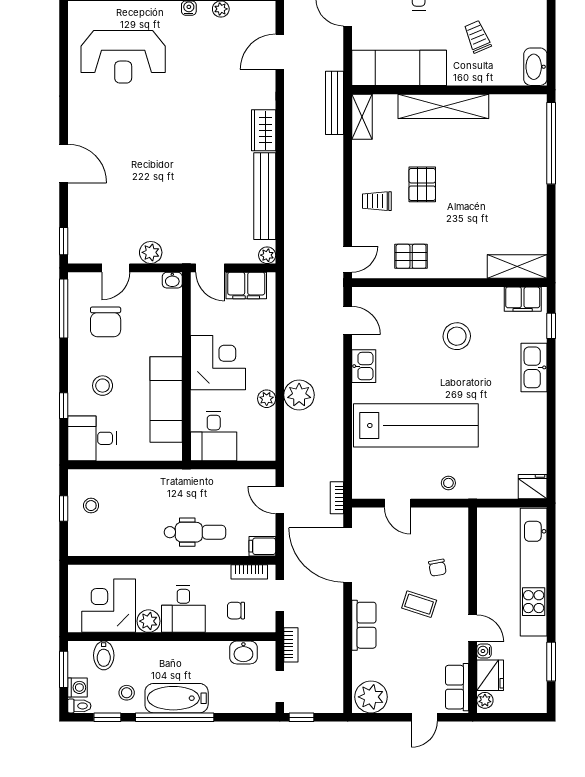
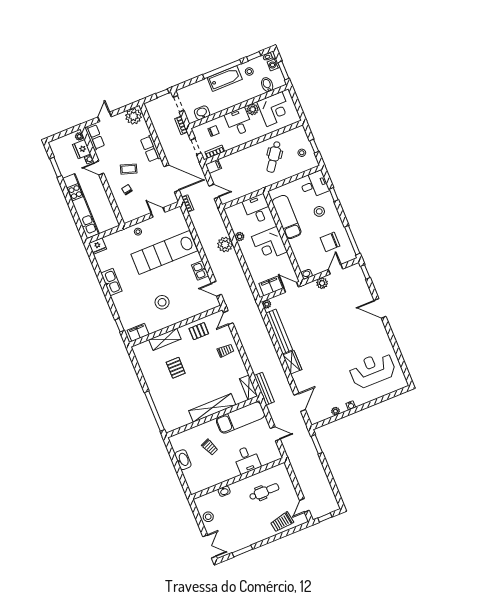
washbasin: (535, 67) -> (183, 460), moved
pallet: (422, 184) -> (176, 368), moved
shelving: (517, 267) -> (165, 339), moved
chair: (106, 322) -> (330, 242), turned -90
kitchen sink: (534, 367) -> (112, 282), moved
dental chair: (195, 532) -> (274, 157), moved, turned -54

